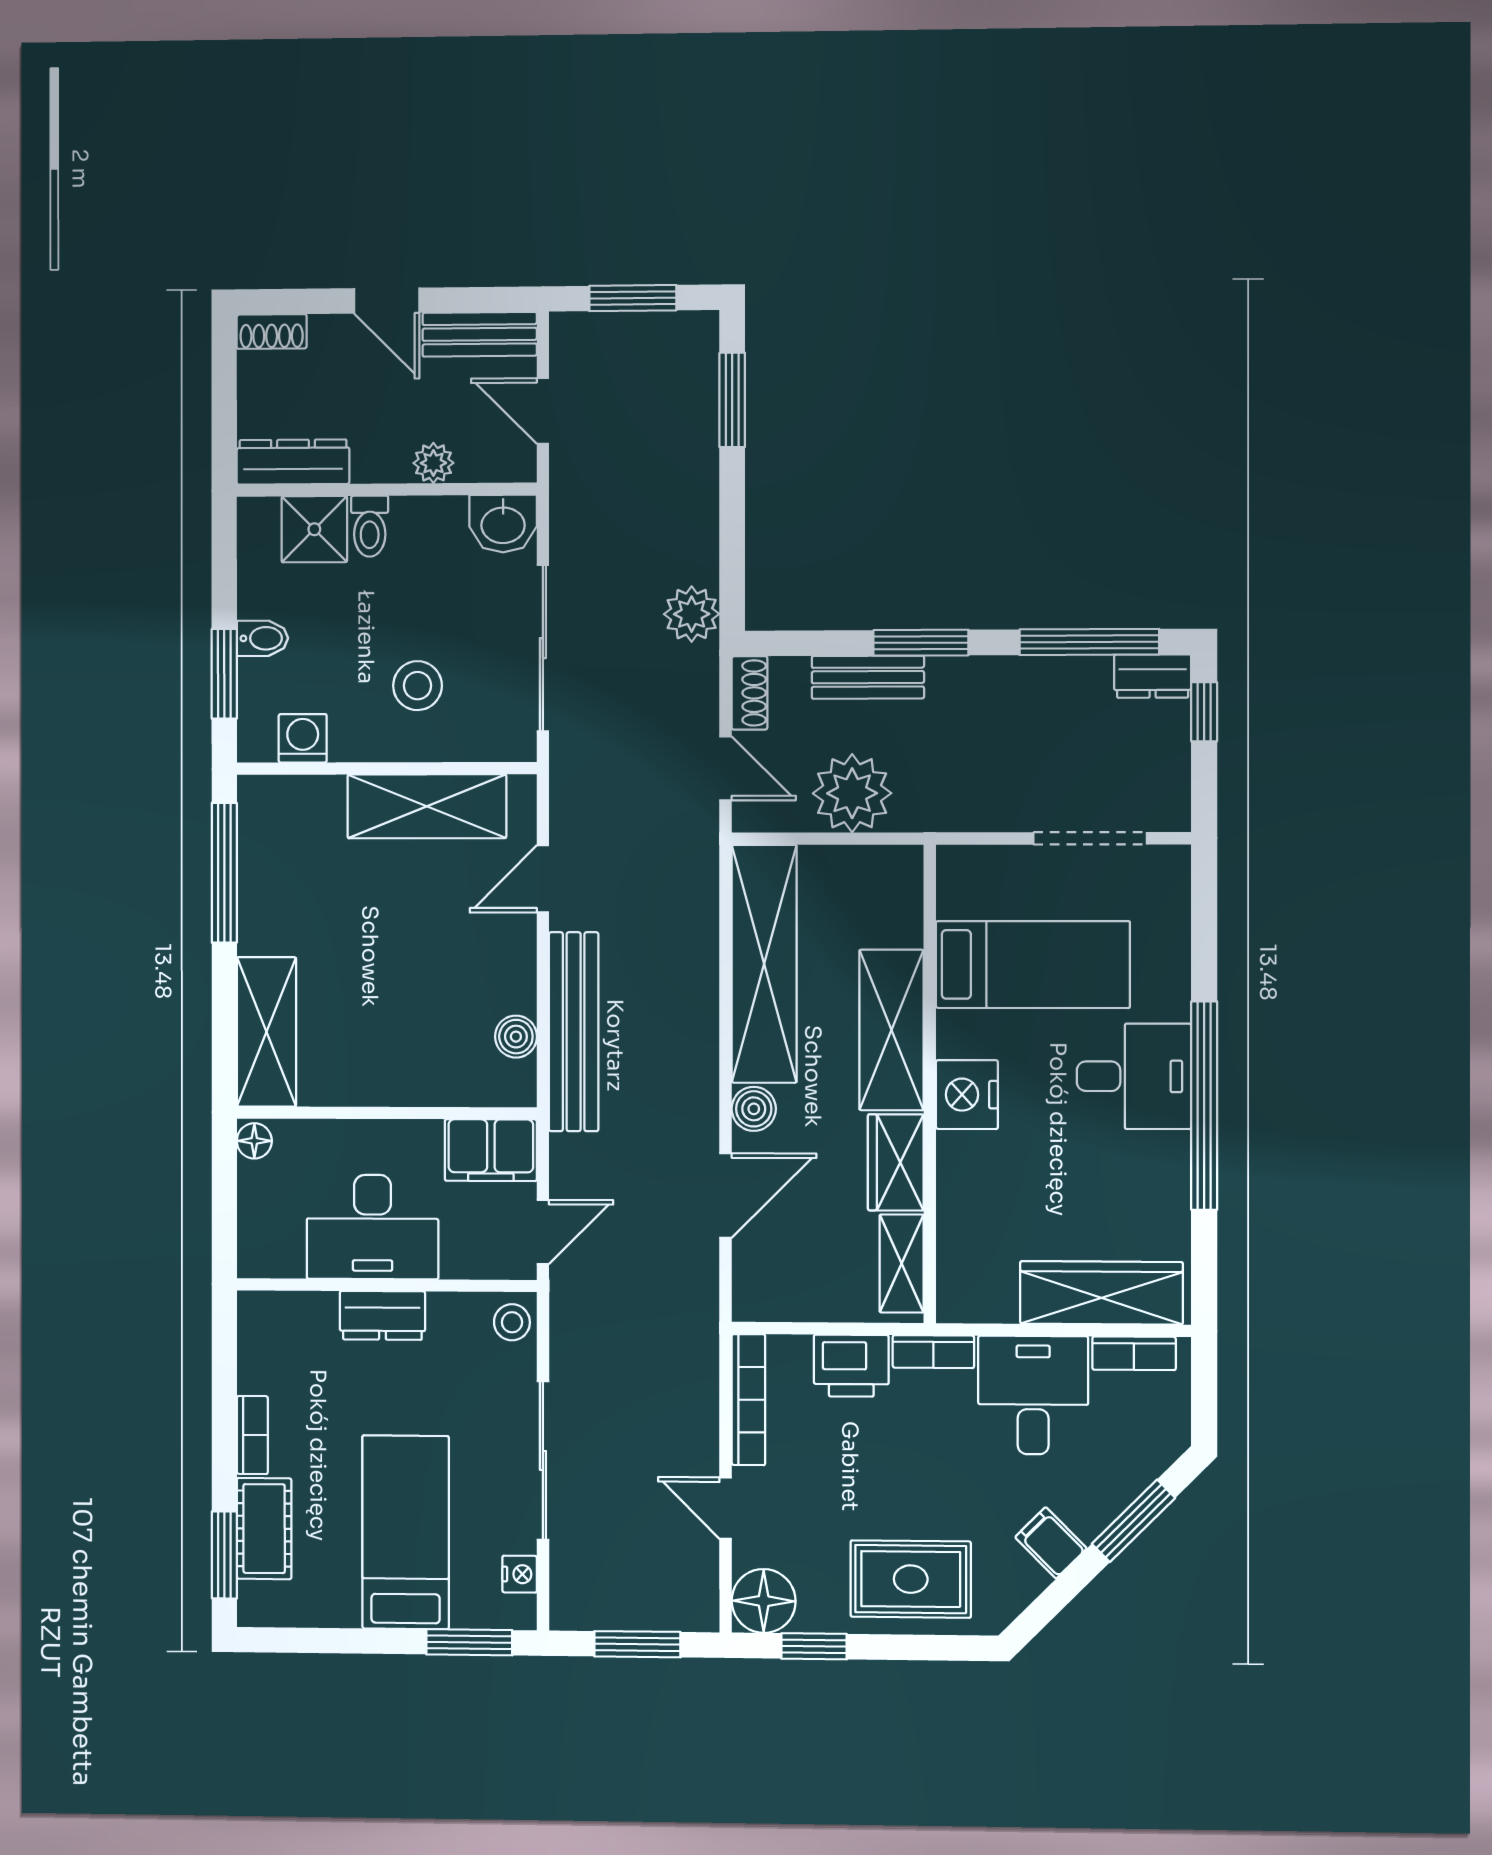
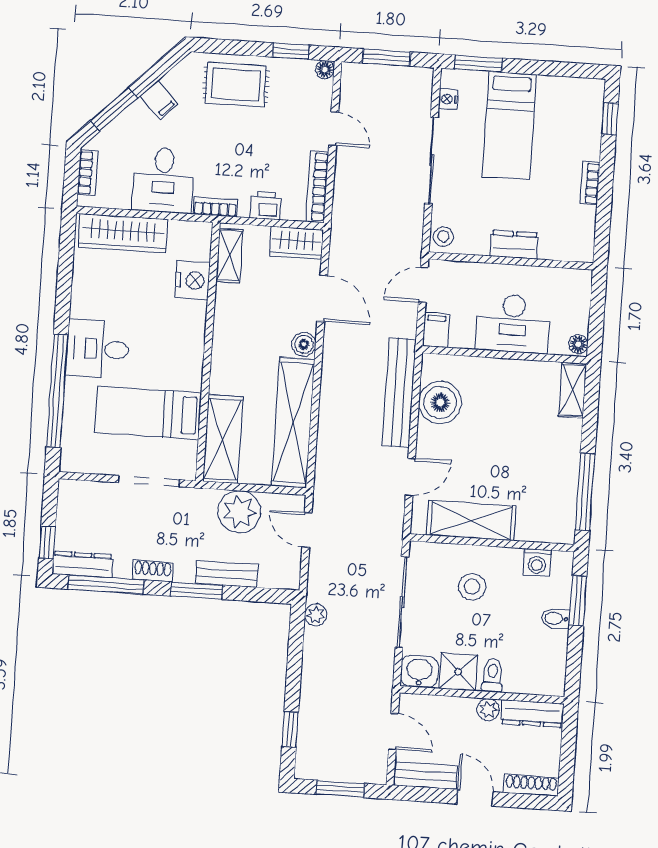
shoe rack: (272, 331) -> (531, 785), width x1.43
window: (732, 400) -> (290, 730), width x0.67
plant: (433, 463) -> (488, 710), moved
shower: (314, 529) -> (458, 672), moved
plant: (692, 614) -> (316, 615), width x0.73, depth x0.73
dresser: (1153, 676) -> (82, 564), width x1.44
shoe rack: (749, 693) -> (153, 571), moved, turned 90
doorway: (1090, 838) -> (149, 481), moved
shelving: (892, 1030) -> (223, 439), moved
shelving: (266, 1032) -> (573, 390), width x0.67, depth x0.75
boiler: (516, 1037) -> (440, 402), width x1.86, depth x1.86
nightstand: (967, 1095) -> (192, 280), moved
window: (1204, 1106) -> (57, 391), moved
filing cabinet: (491, 1150) -> (436, 330), width x0.50
wardrobe: (896, 1162) -> (297, 243), moved, turned 90
door: (726, 1195) -> (322, 298), swing flipped
desk: (372, 1227) -> (513, 324), moved, turned 180
bookcase: (1134, 1353) -> (88, 173), moved, turned 90
printer: (851, 1366) -> (266, 206), width x0.73, depth x0.81
cot: (264, 1529) -> (587, 132), removed
window: (224, 1555) -> (610, 119), width x0.67
floor lamp: (764, 1601) -> (325, 70), width x0.53, depth x0.53

